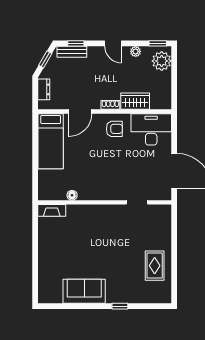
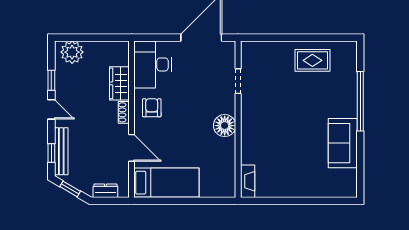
door: (113, 43) -> (51, 109), hinge flipped
window: (158, 43) -> (51, 80), moved
plant: (136, 51) -> (61, 83), removed
bench: (72, 52) -> (61, 151), width x1.36
floor lamp: (72, 195) -> (225, 126), moved, width x1.89, depth x1.89
window: (120, 306) -> (360, 101), width x3.17

